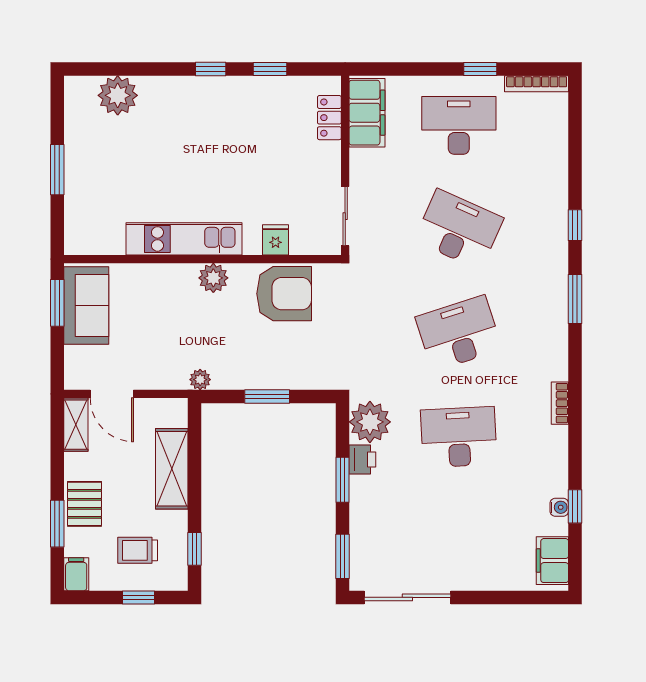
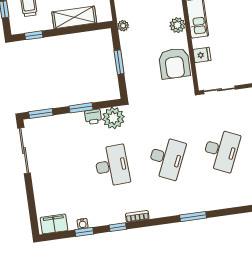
window: (575, 225) -> (118, 227), moved
desk: (459, 333) -> (167, 158), turned 42

